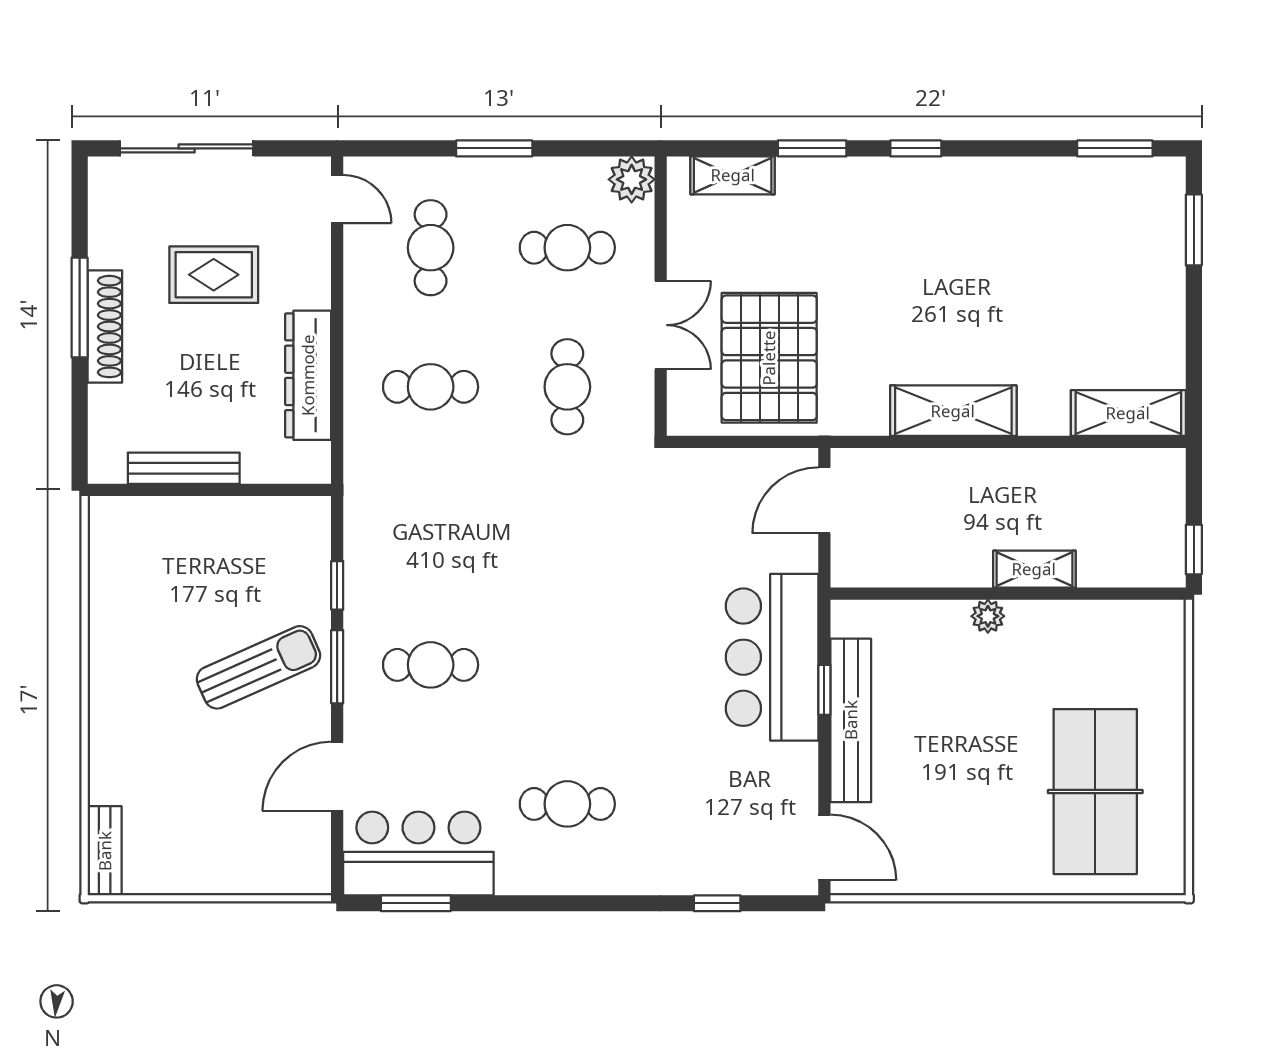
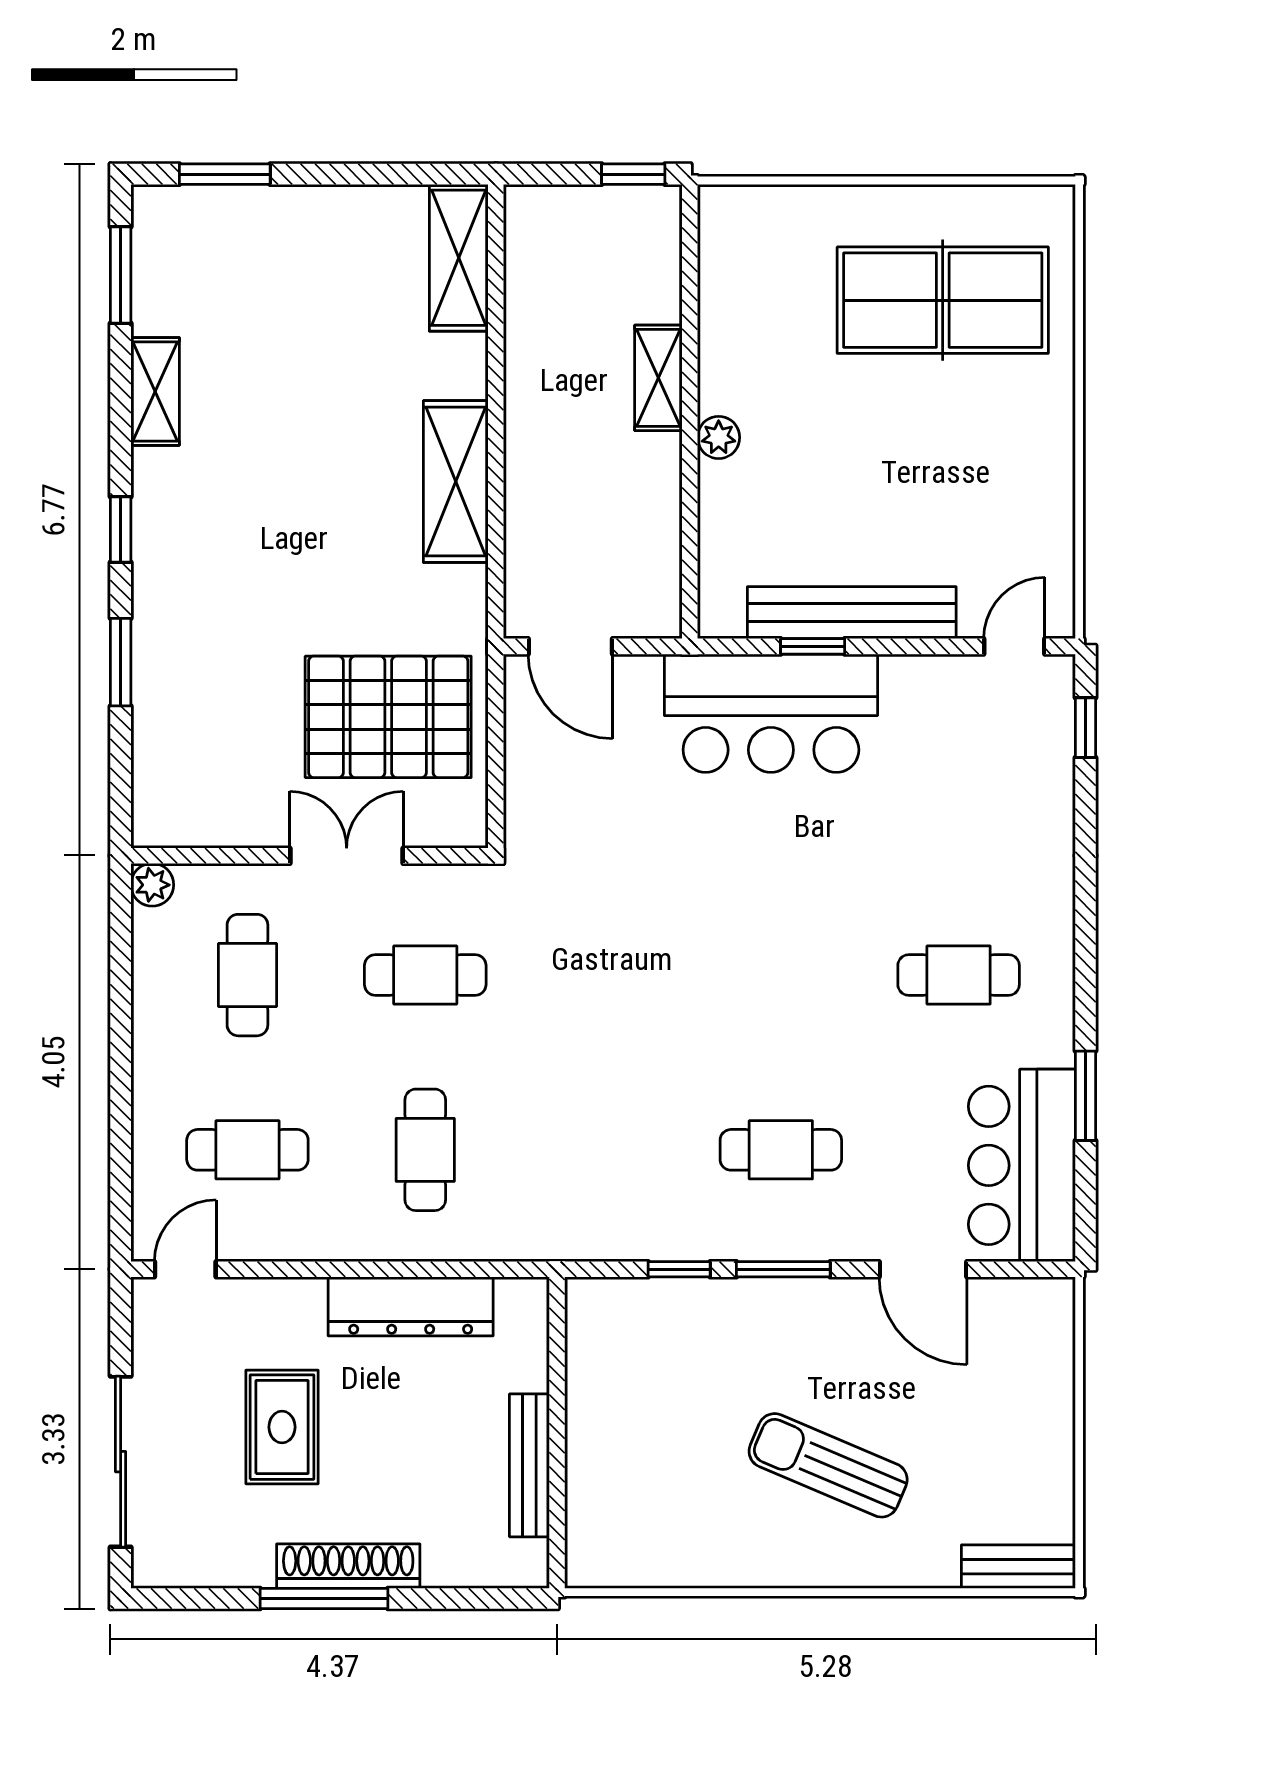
window: (494, 148) -> (121, 1069), removed
shelving: (733, 175) -> (155, 391), moved
plant: (632, 179) -> (152, 885), width x0.73, depth x0.73
cafe table: (431, 665) -> (781, 1150), turned 90
sun lounger: (258, 667) -> (828, 1465), moved, turned -43
cafe table: (567, 804) -> (959, 975), turned 90
door: (824, 848) -> (1014, 646), width x0.73
window: (416, 903) -> (1085, 1096), moved
window: (717, 903) -> (1085, 728), moved

